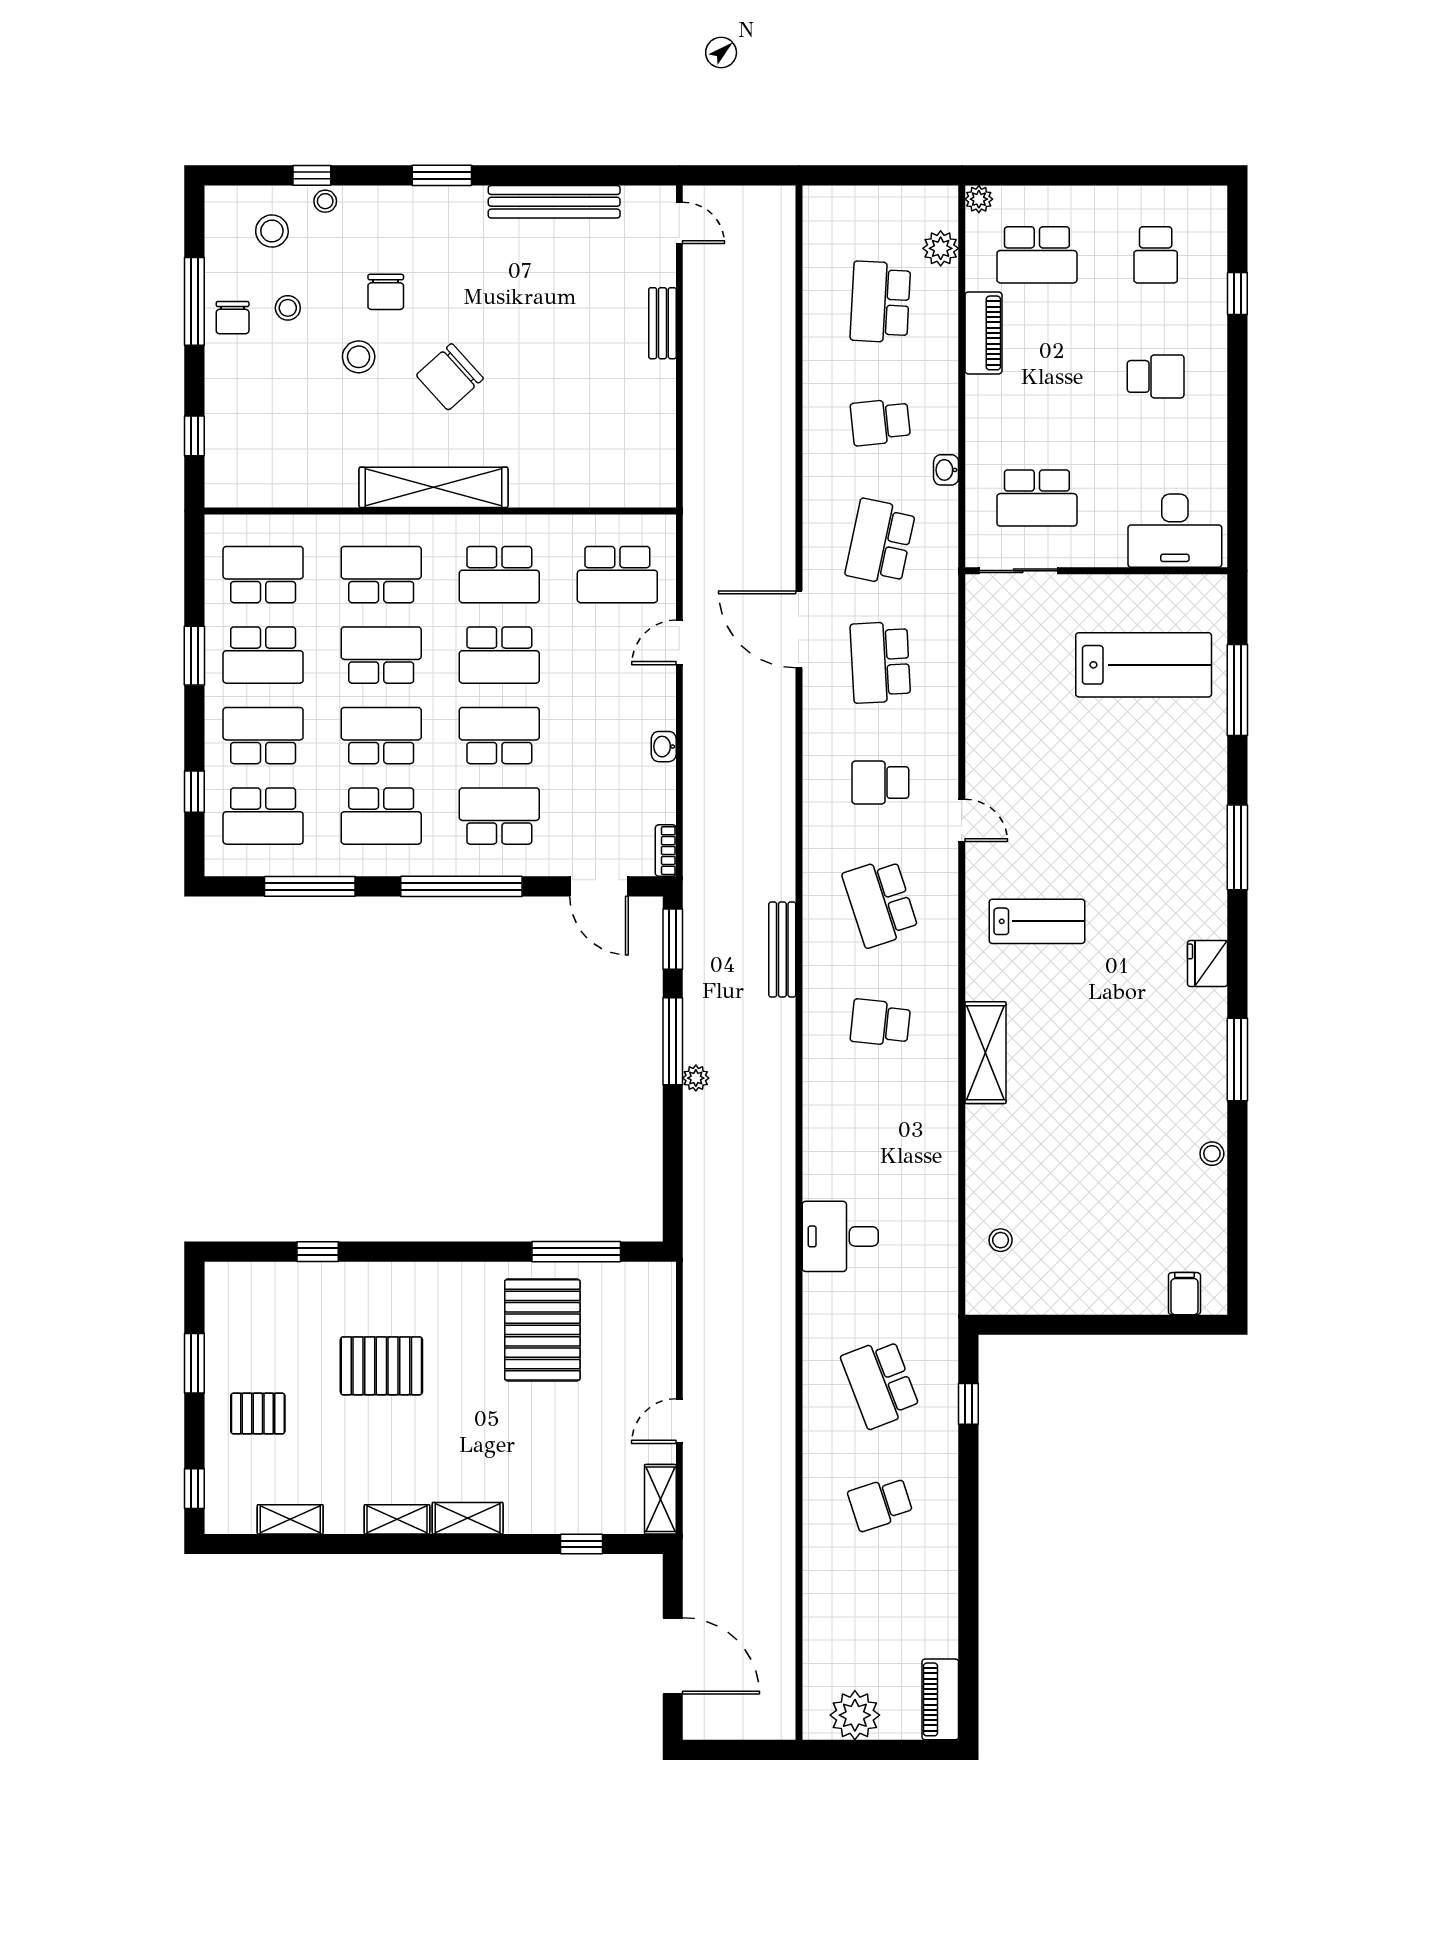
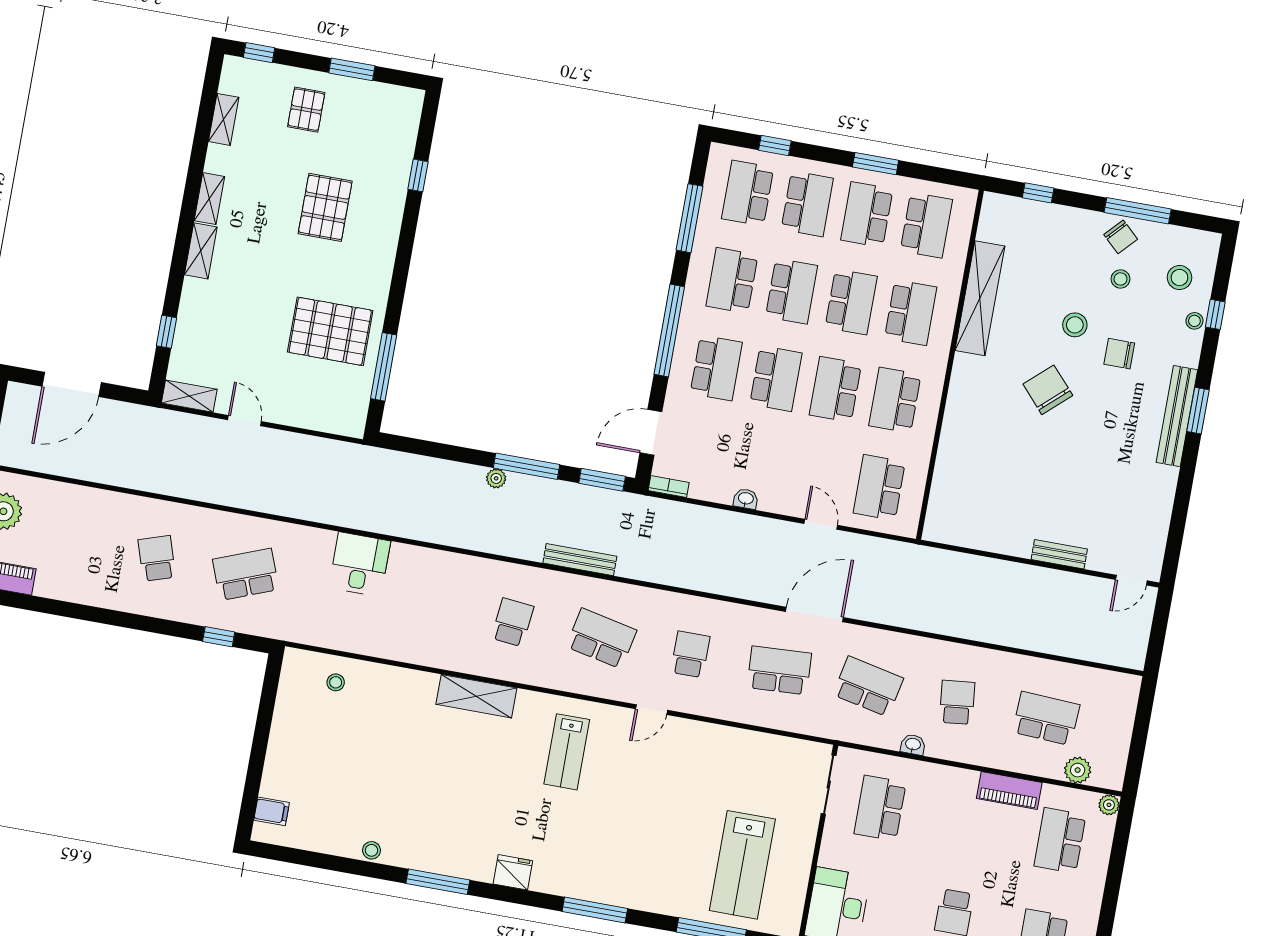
bench: (554, 202) -> (1177, 416), moved
chair: (233, 318) -> (1121, 237), turned -137
shelving: (433, 487) -> (980, 298), moved
school desk: (880, 903) -> (601, 638), turned 30

